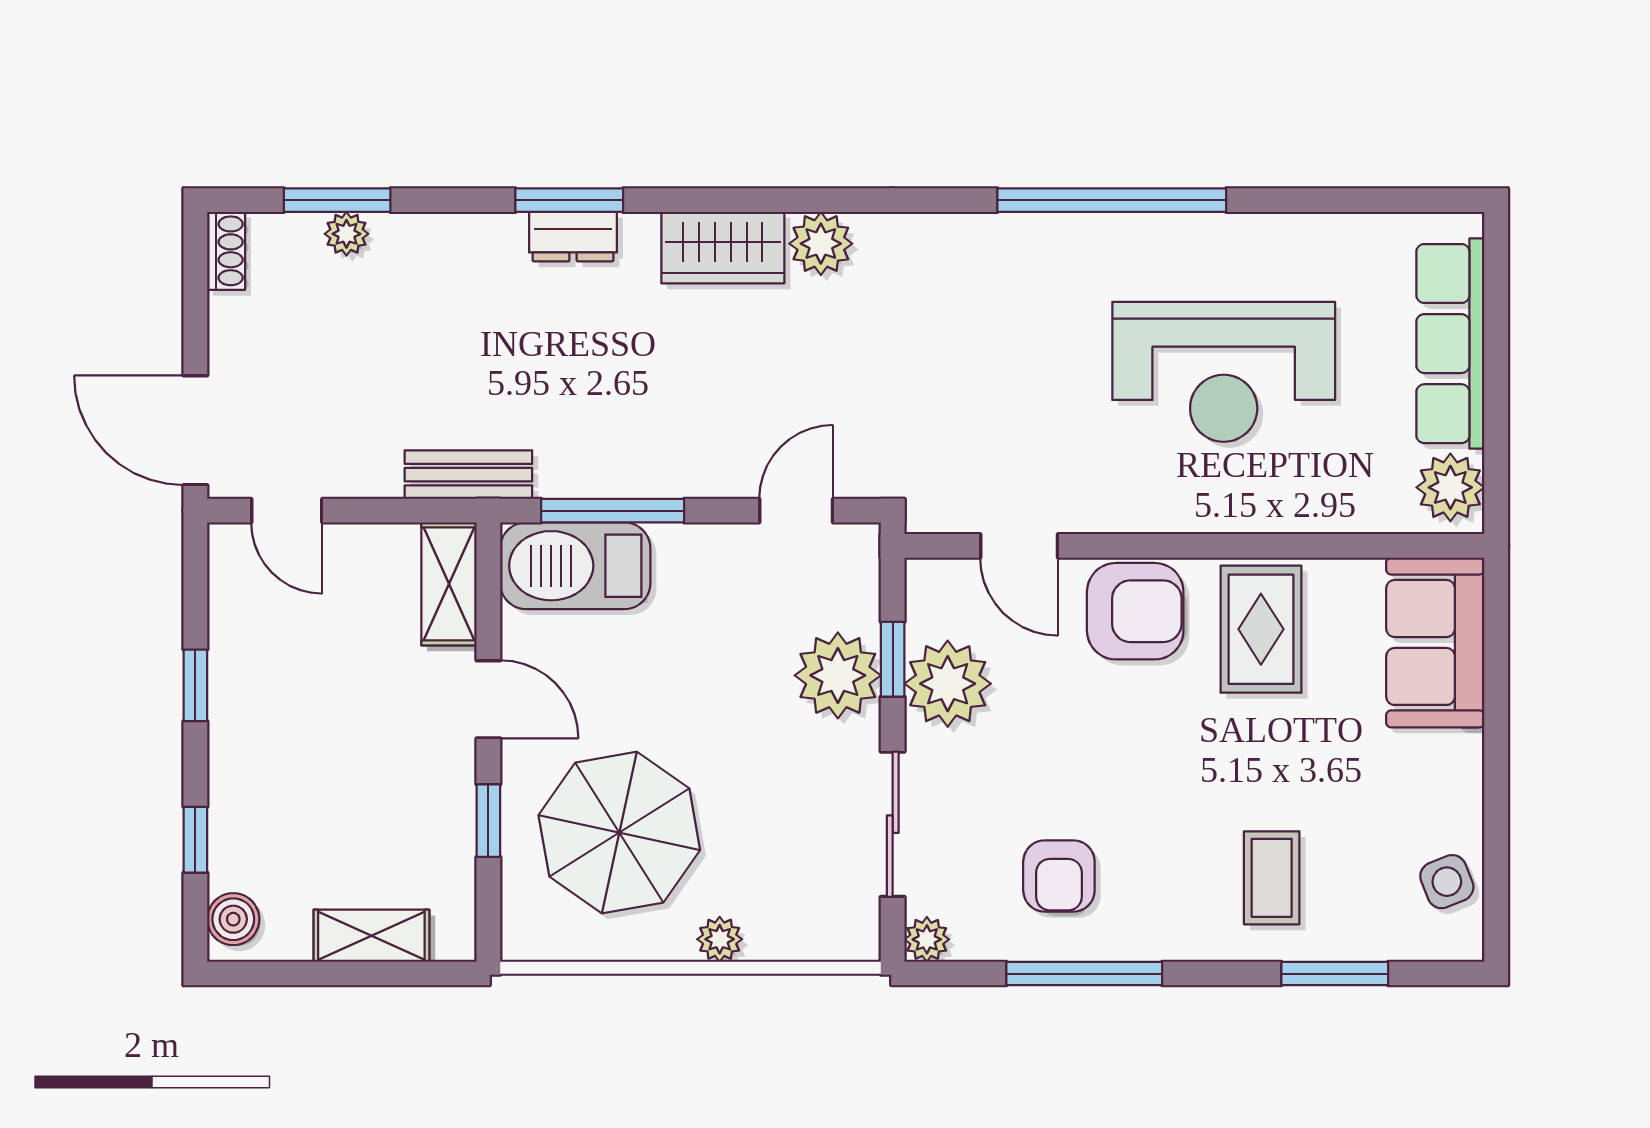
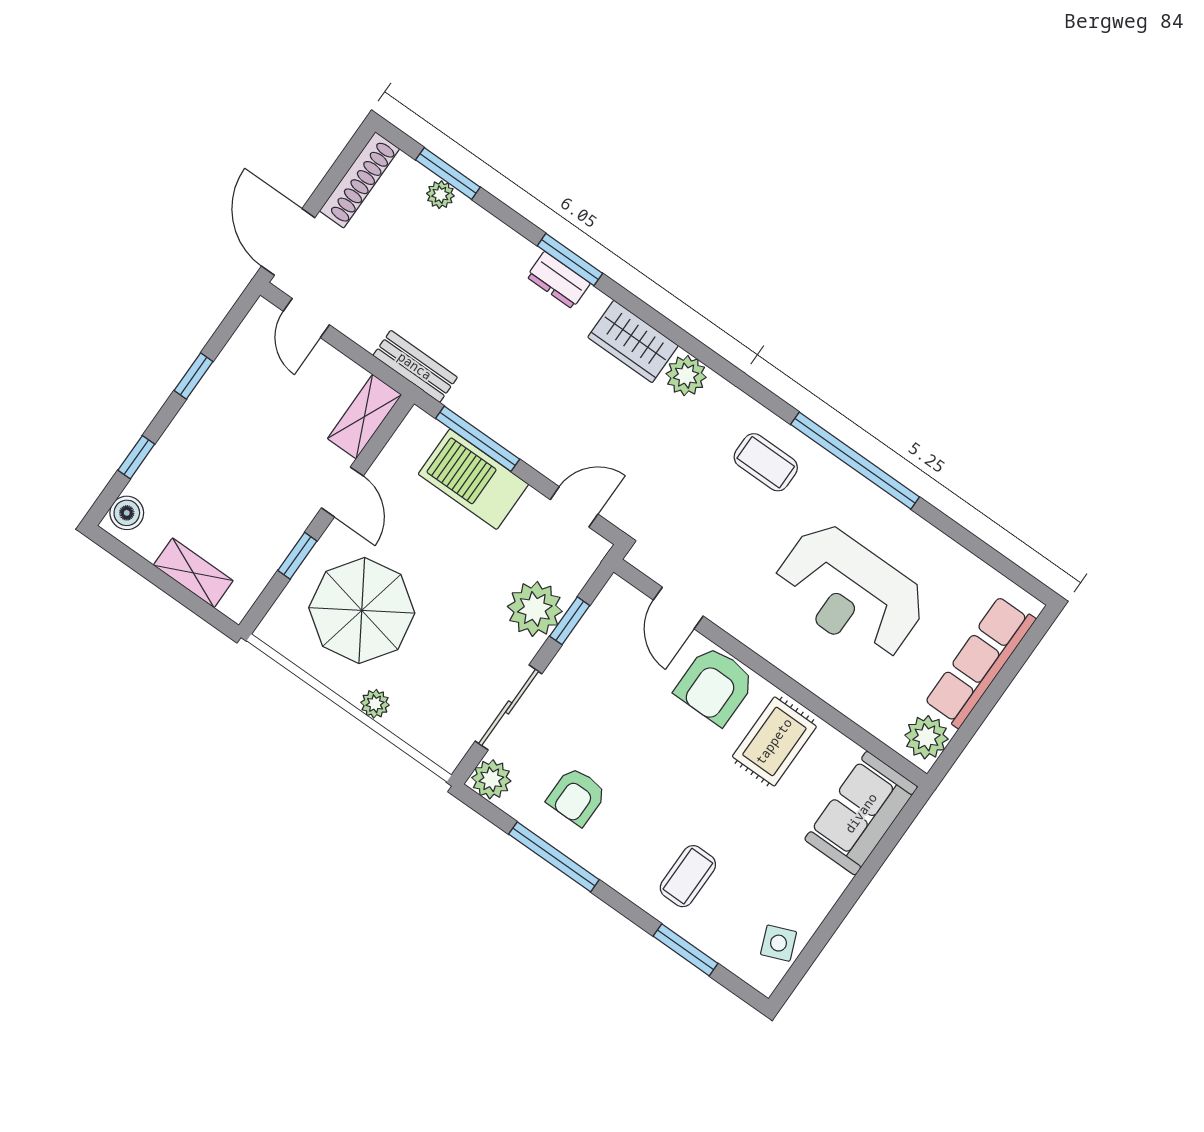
shoe rack: (226, 251) -> (360, 180), width x1.94, depth x1.24
coffee table: (1000, 282) -> (766, 462), added
barbecue: (575, 566) -> (473, 479), moved
armchair: (1135, 611) -> (715, 685), turned 90
plant: (948, 684) -> (590, 654), removed
plant: (927, 939) -> (491, 779), width x1.38, depth x1.38

